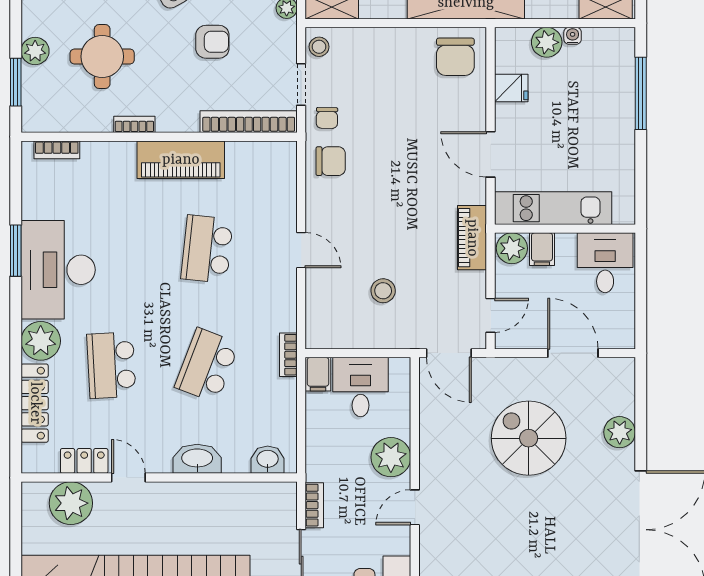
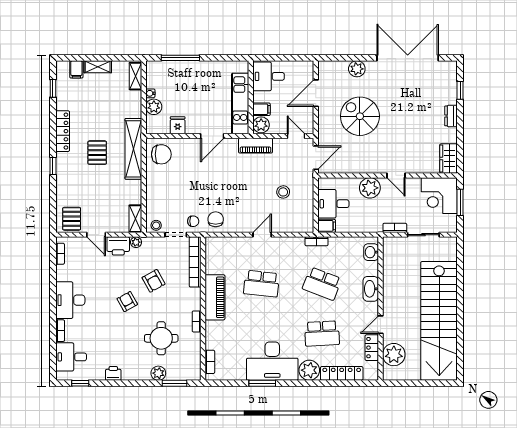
armchair: (212, 42) -> (154, 281), turned 151
spiral stairs: (529, 438) -> (360, 116), turned 90

